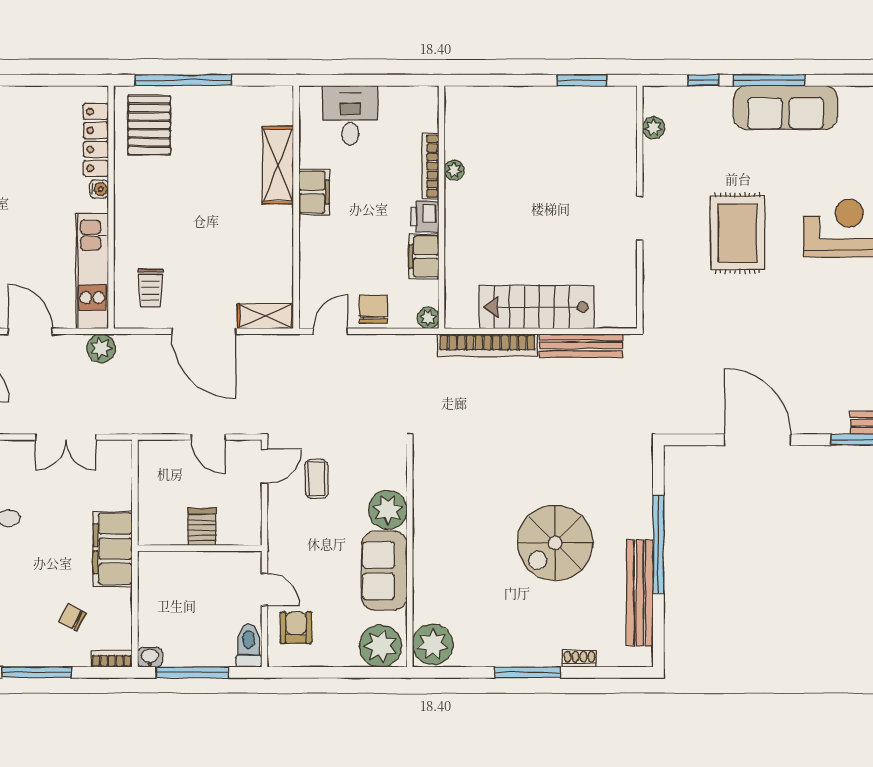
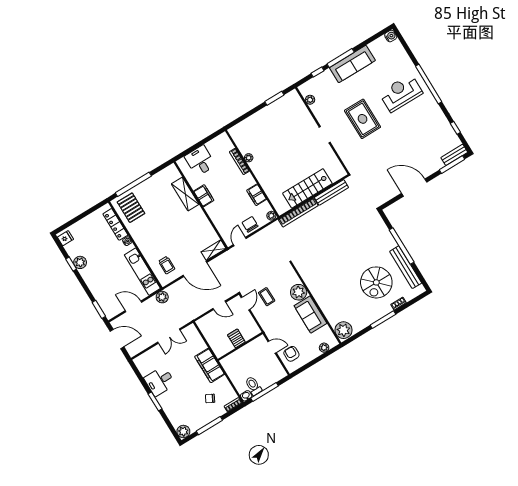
printer: (425, 217) -> (248, 181), removed
spiral stairs: (555, 543) -> (376, 282), moved
toilet: (249, 646) -> (253, 386), moved
plant: (381, 646) -> (324, 348), width x0.53, depth x0.53

